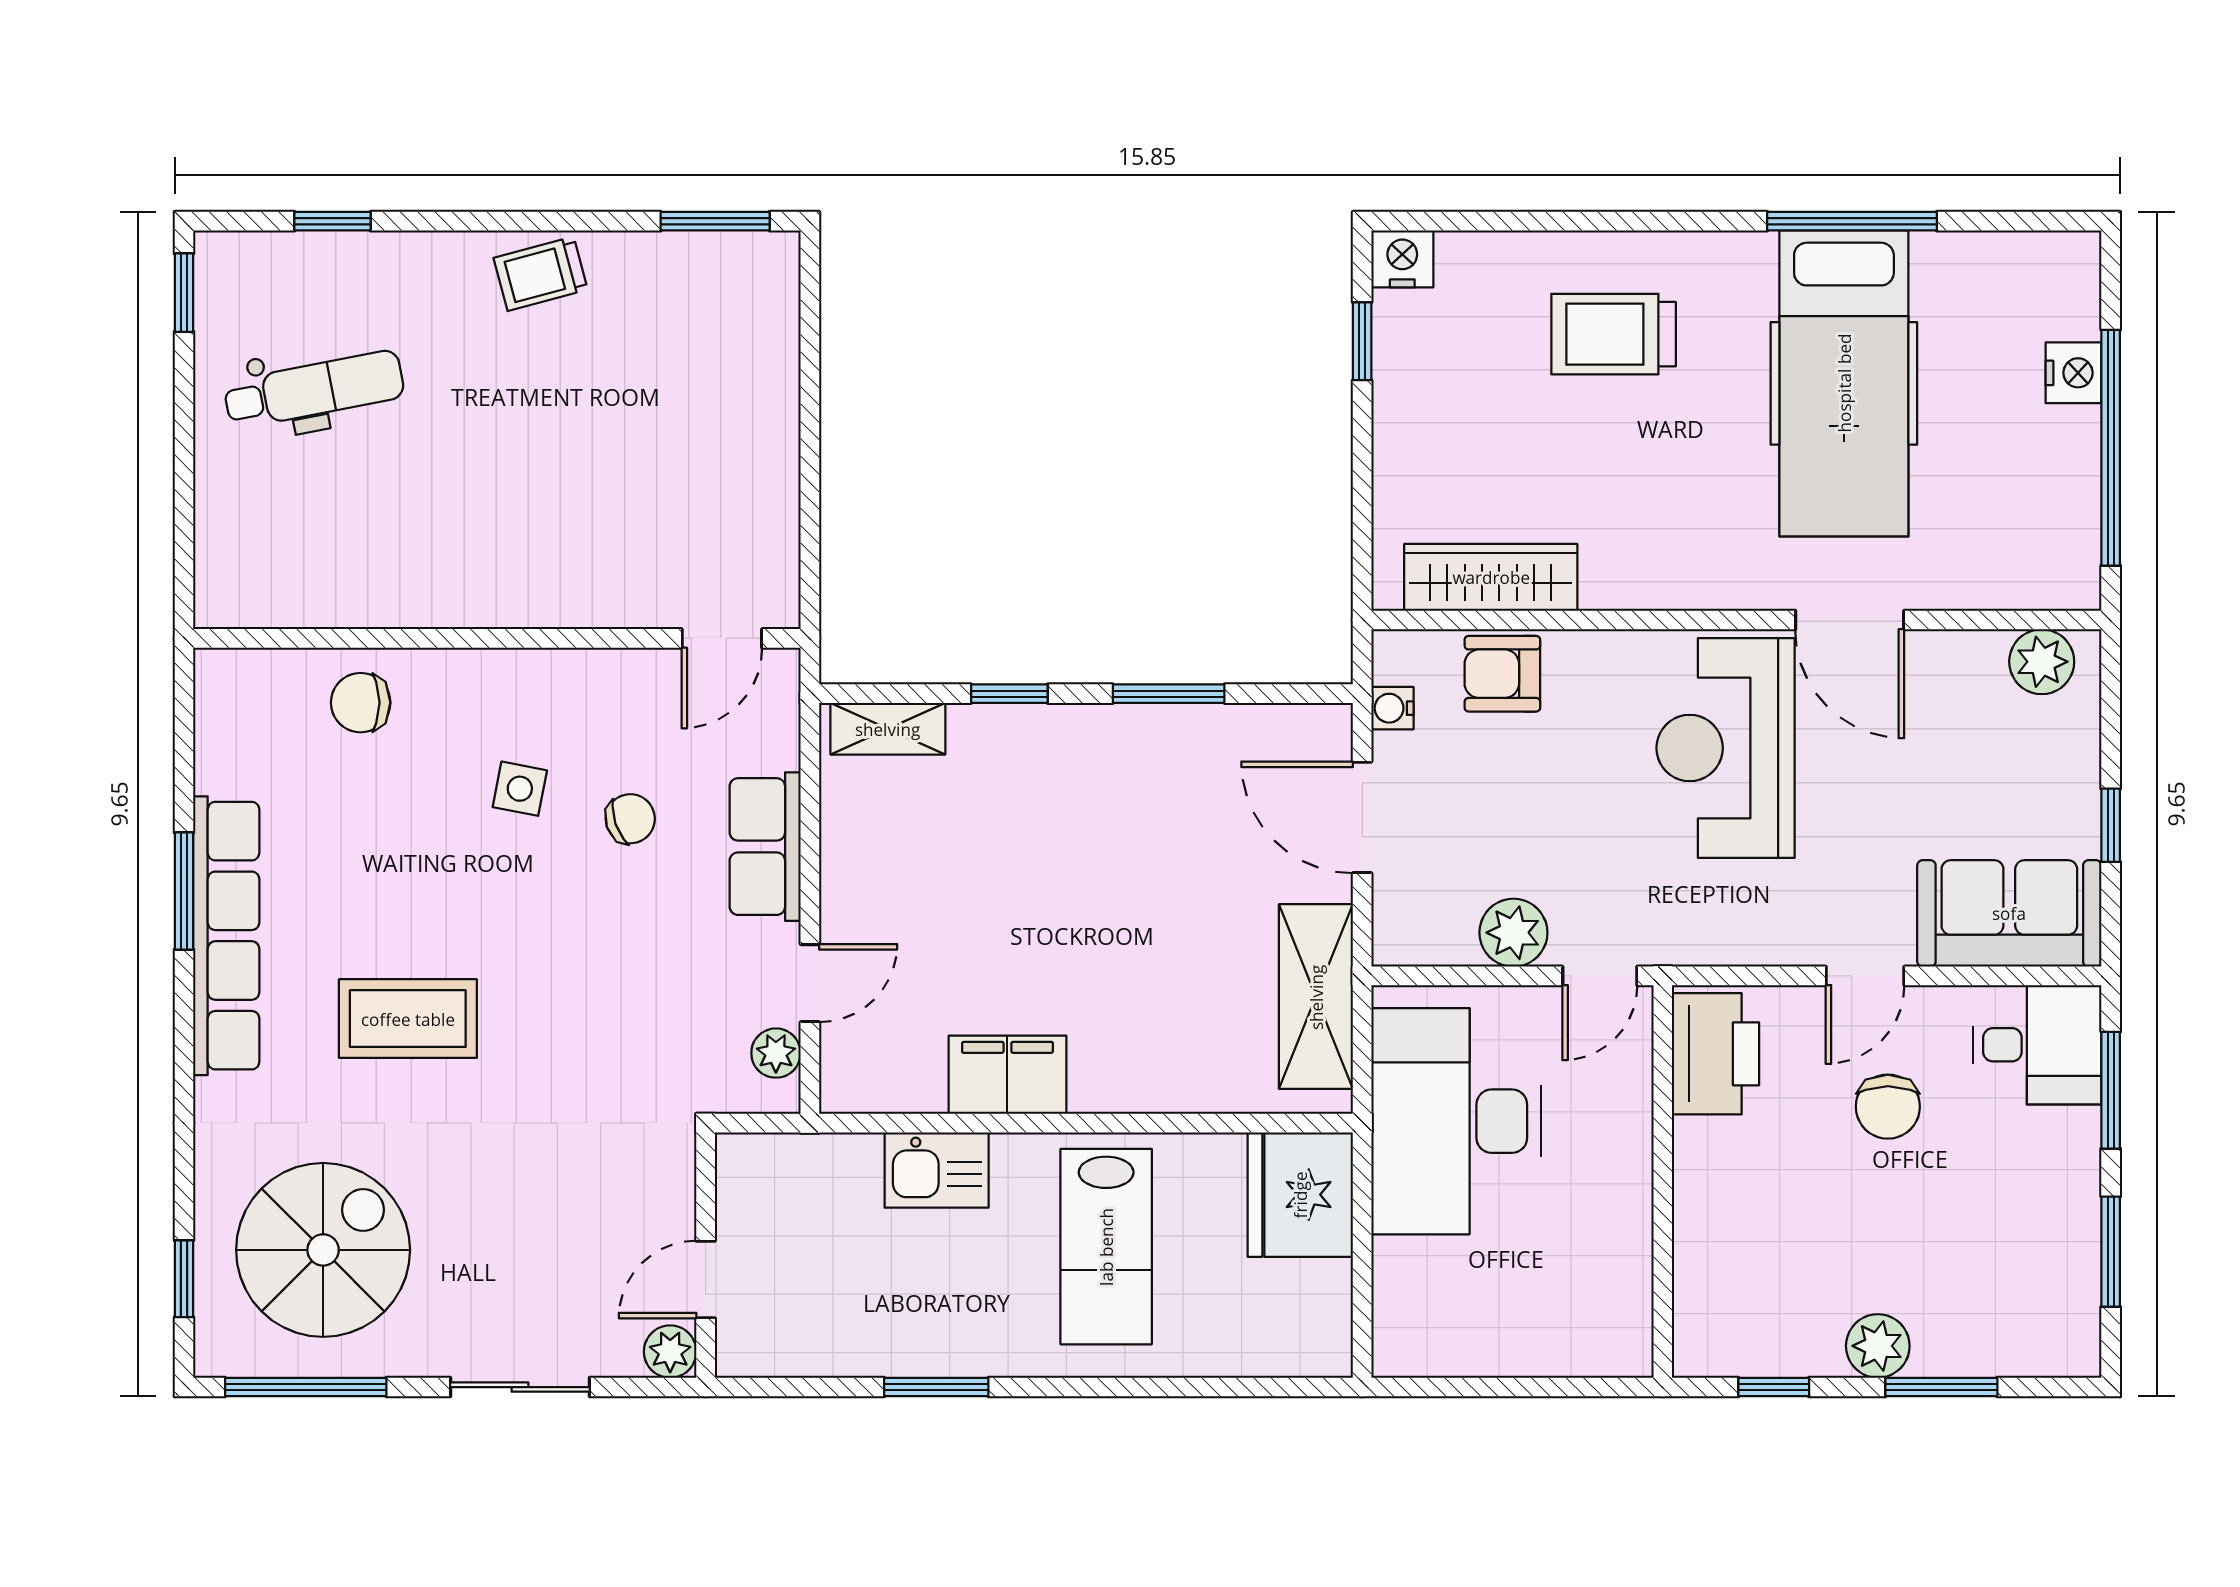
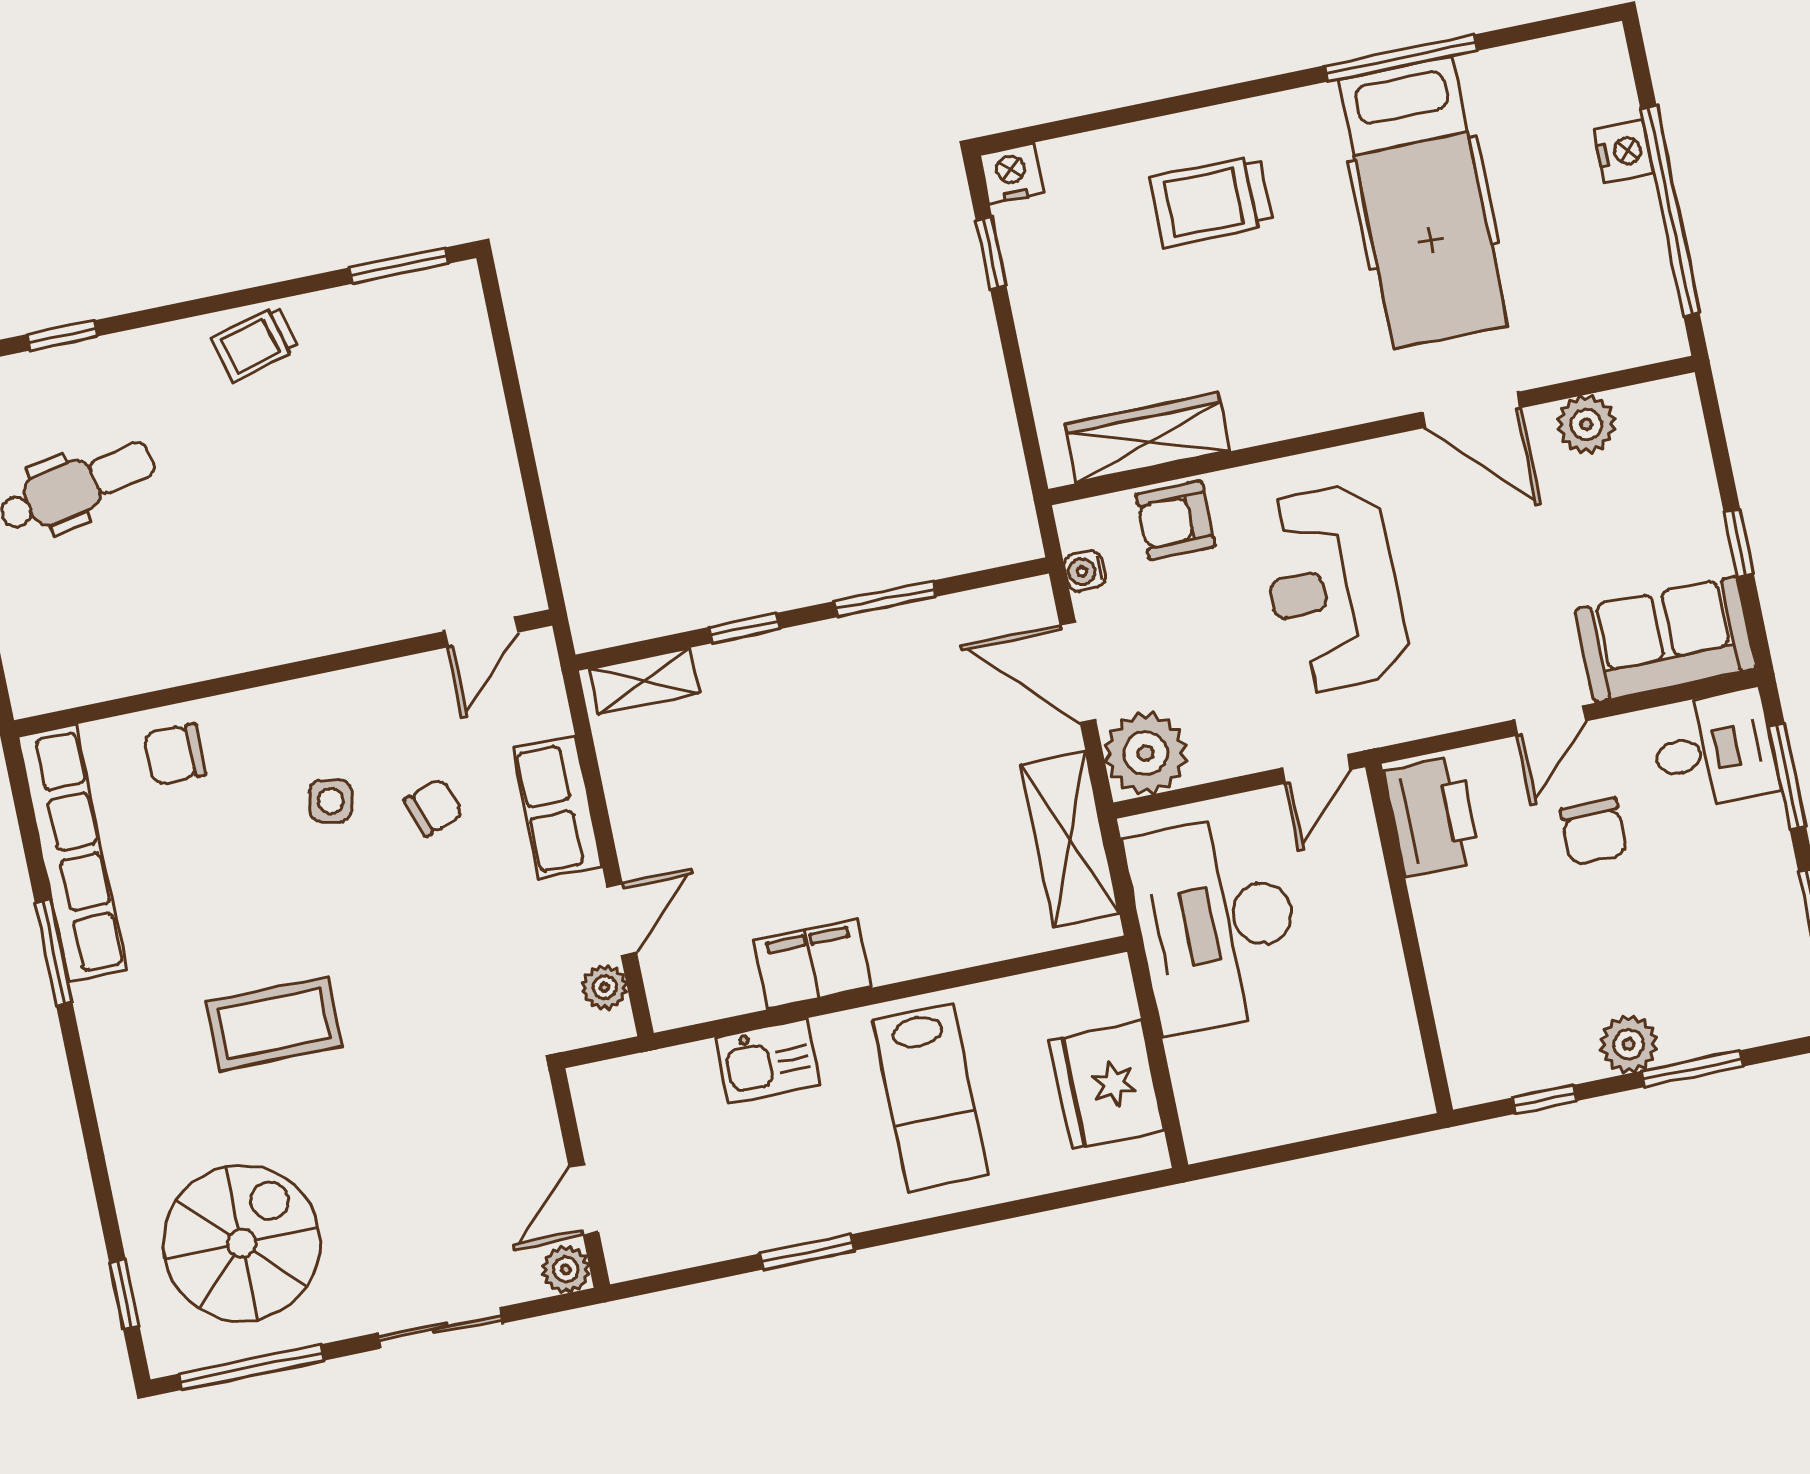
plant: (2042, 662) -> (1586, 424), moved
reception desk: (1726, 748) -> (1333, 588), moved
plant: (1513, 933) -> (1146, 753), moved, width x1.36, depth x1.36
row of seats: (226, 936) -> (72, 853), moved
fridge: (1300, 1195) -> (1107, 1086), moved

